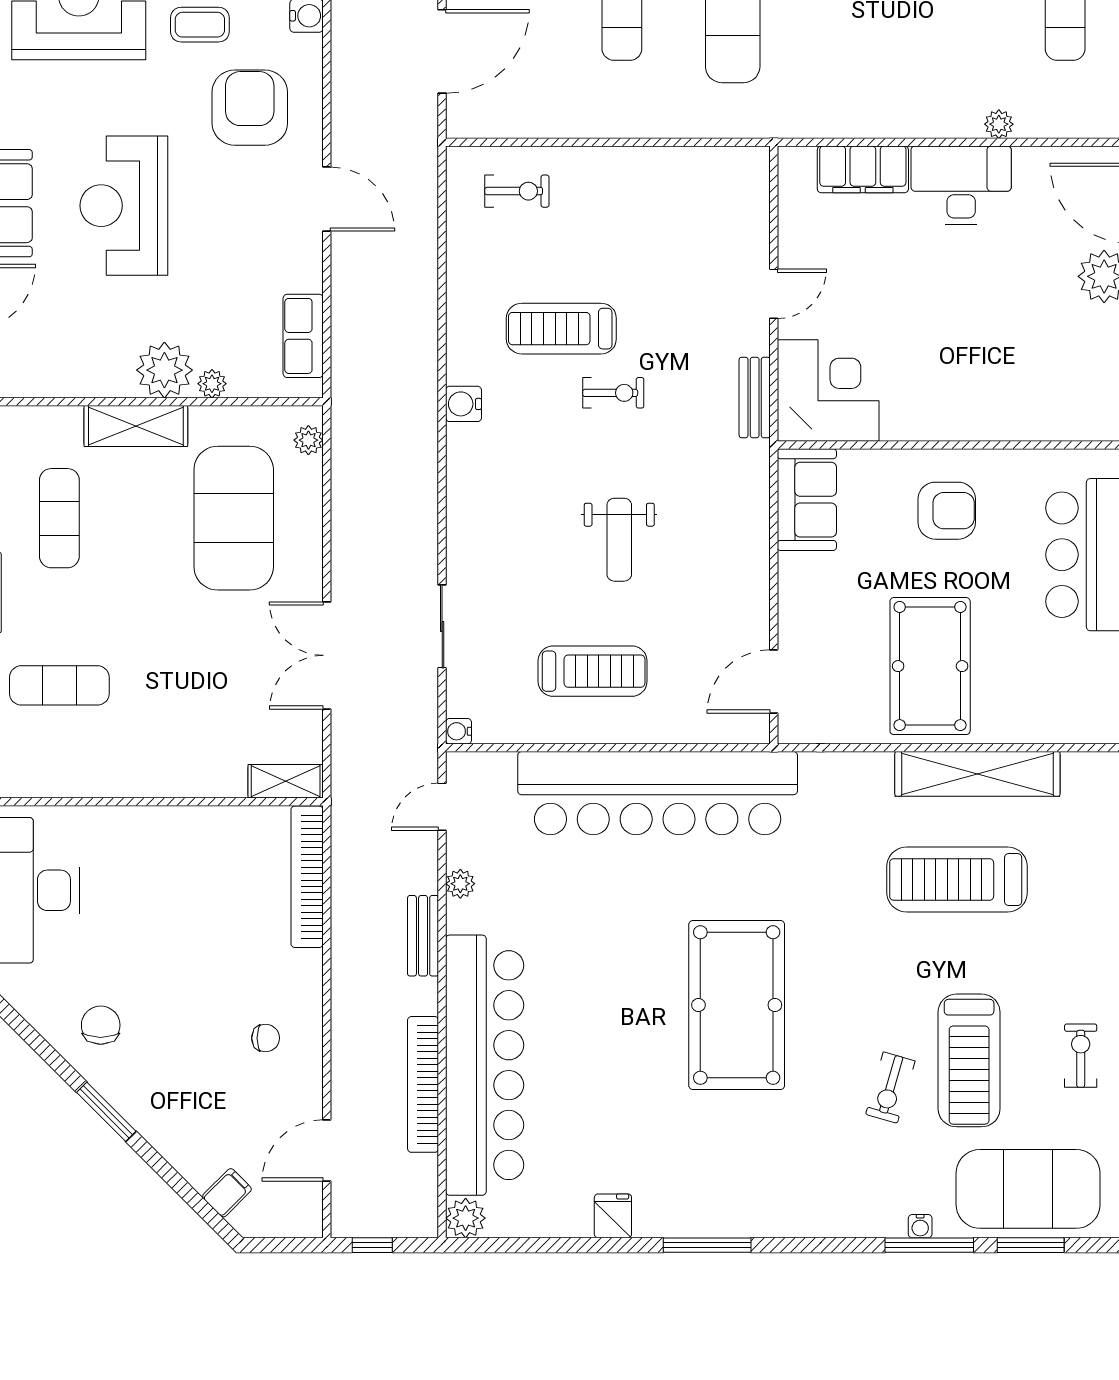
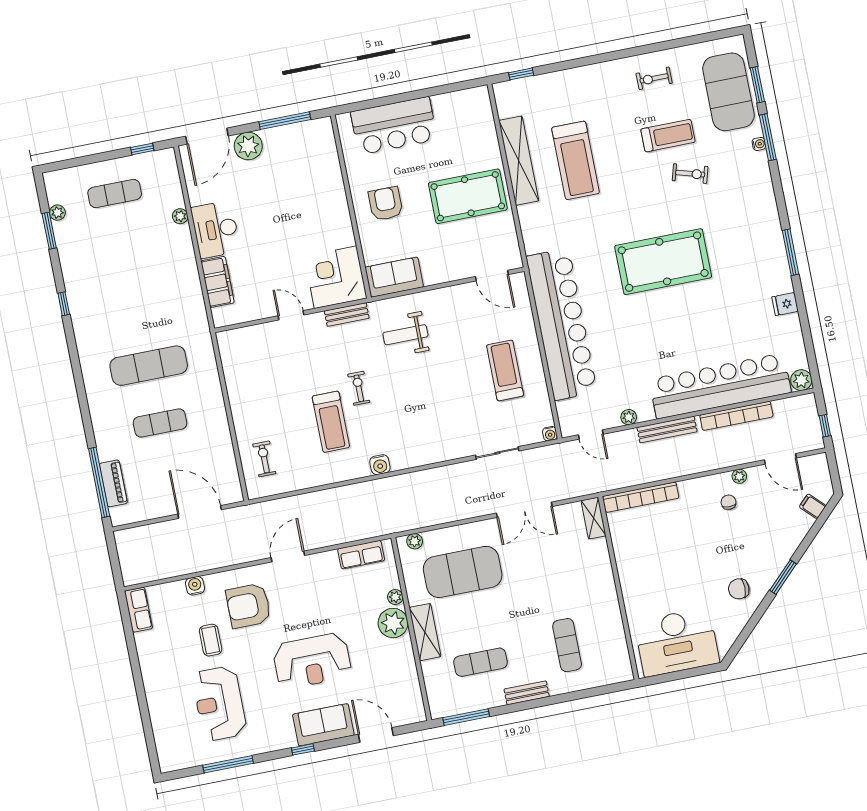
weight bench: (619, 540) -> (405, 335), moved, turned 180
bench: (423, 936) -> (667, 430), width x1.36
treadmill: (969, 1060) -> (668, 136), width x0.73, depth x0.73
plant: (310, 1068) -> (739, 476), added

